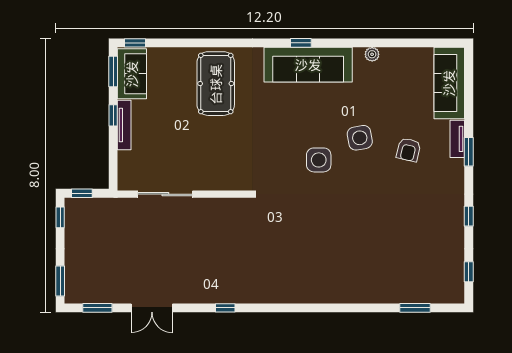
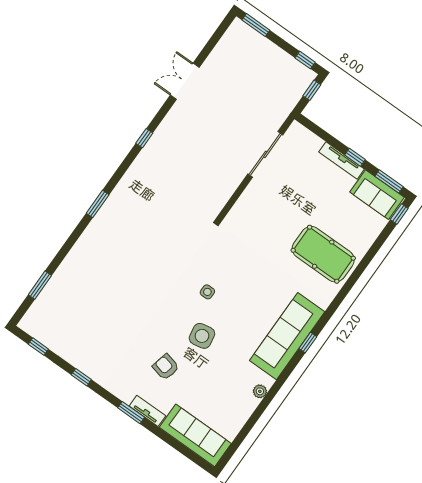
side table: (319, 160) -> (207, 292), width x0.54, depth x0.54
window: (97, 308) -> (98, 204), moved

